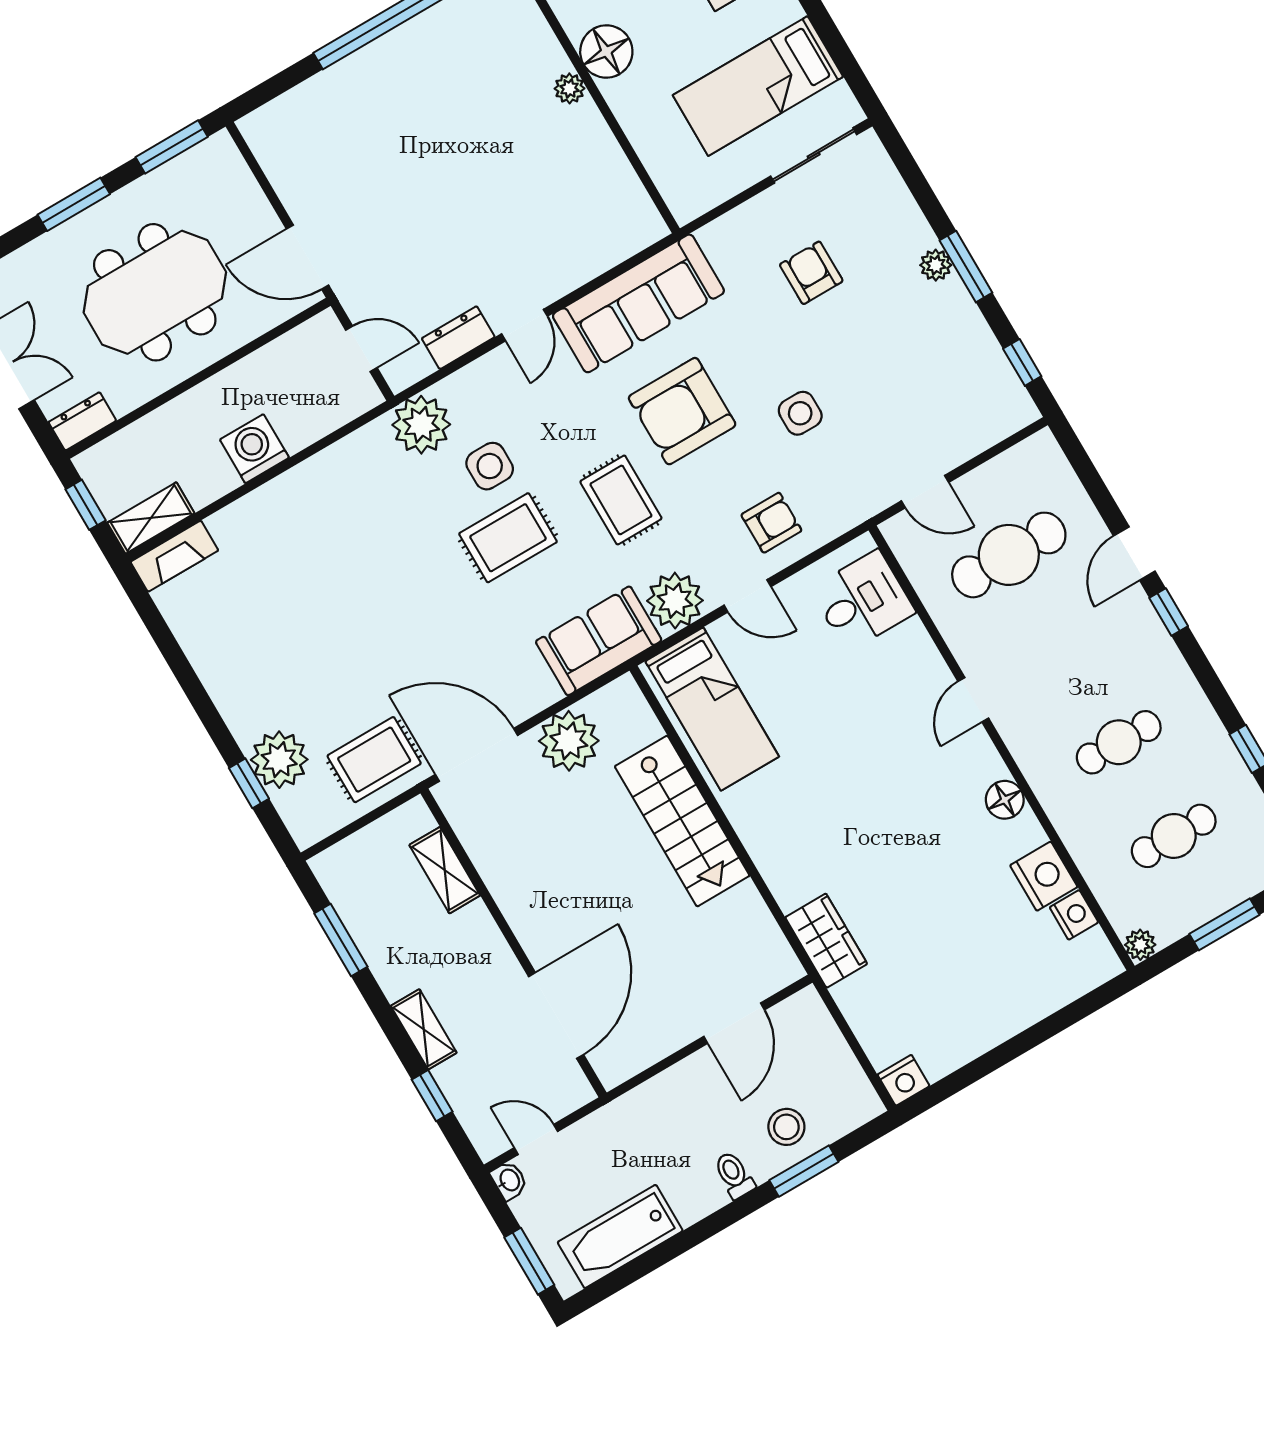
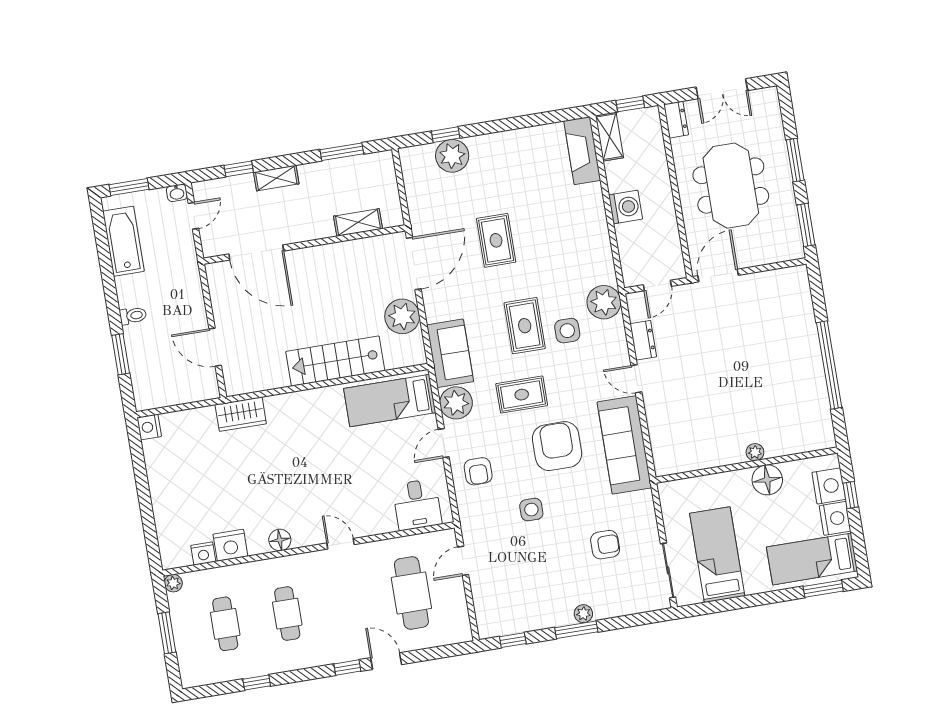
fireplace: (174, 556) -> (582, 151), width x1.37, depth x1.32
rug: (374, 760) -> (496, 240), moved
stool: (786, 1127) -> (148, 354), removed

